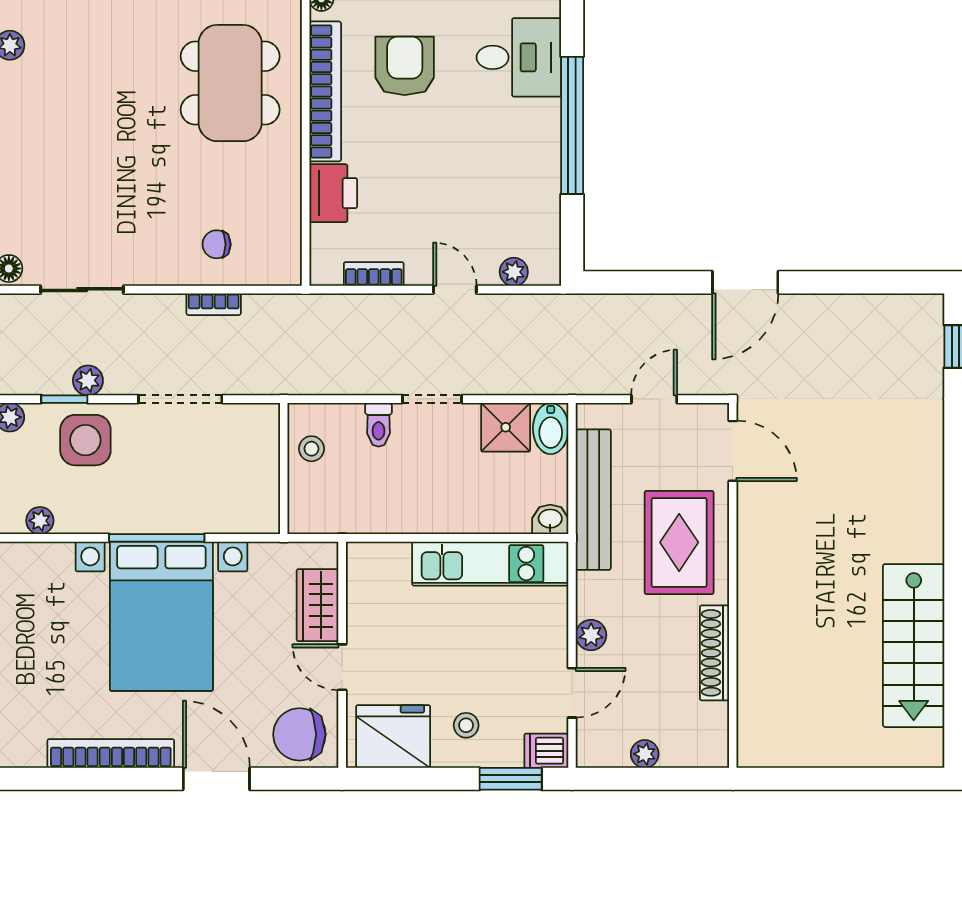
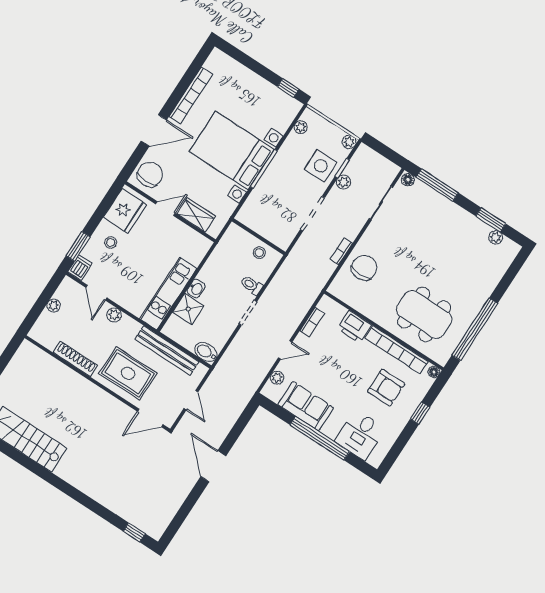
sofa: (531, 188) -> (306, 406), added
chair: (217, 244) -> (364, 268), width x1.87, depth x1.87
shower: (506, 427) -> (188, 309), moved
washbasin: (550, 519) -> (196, 289), moved

